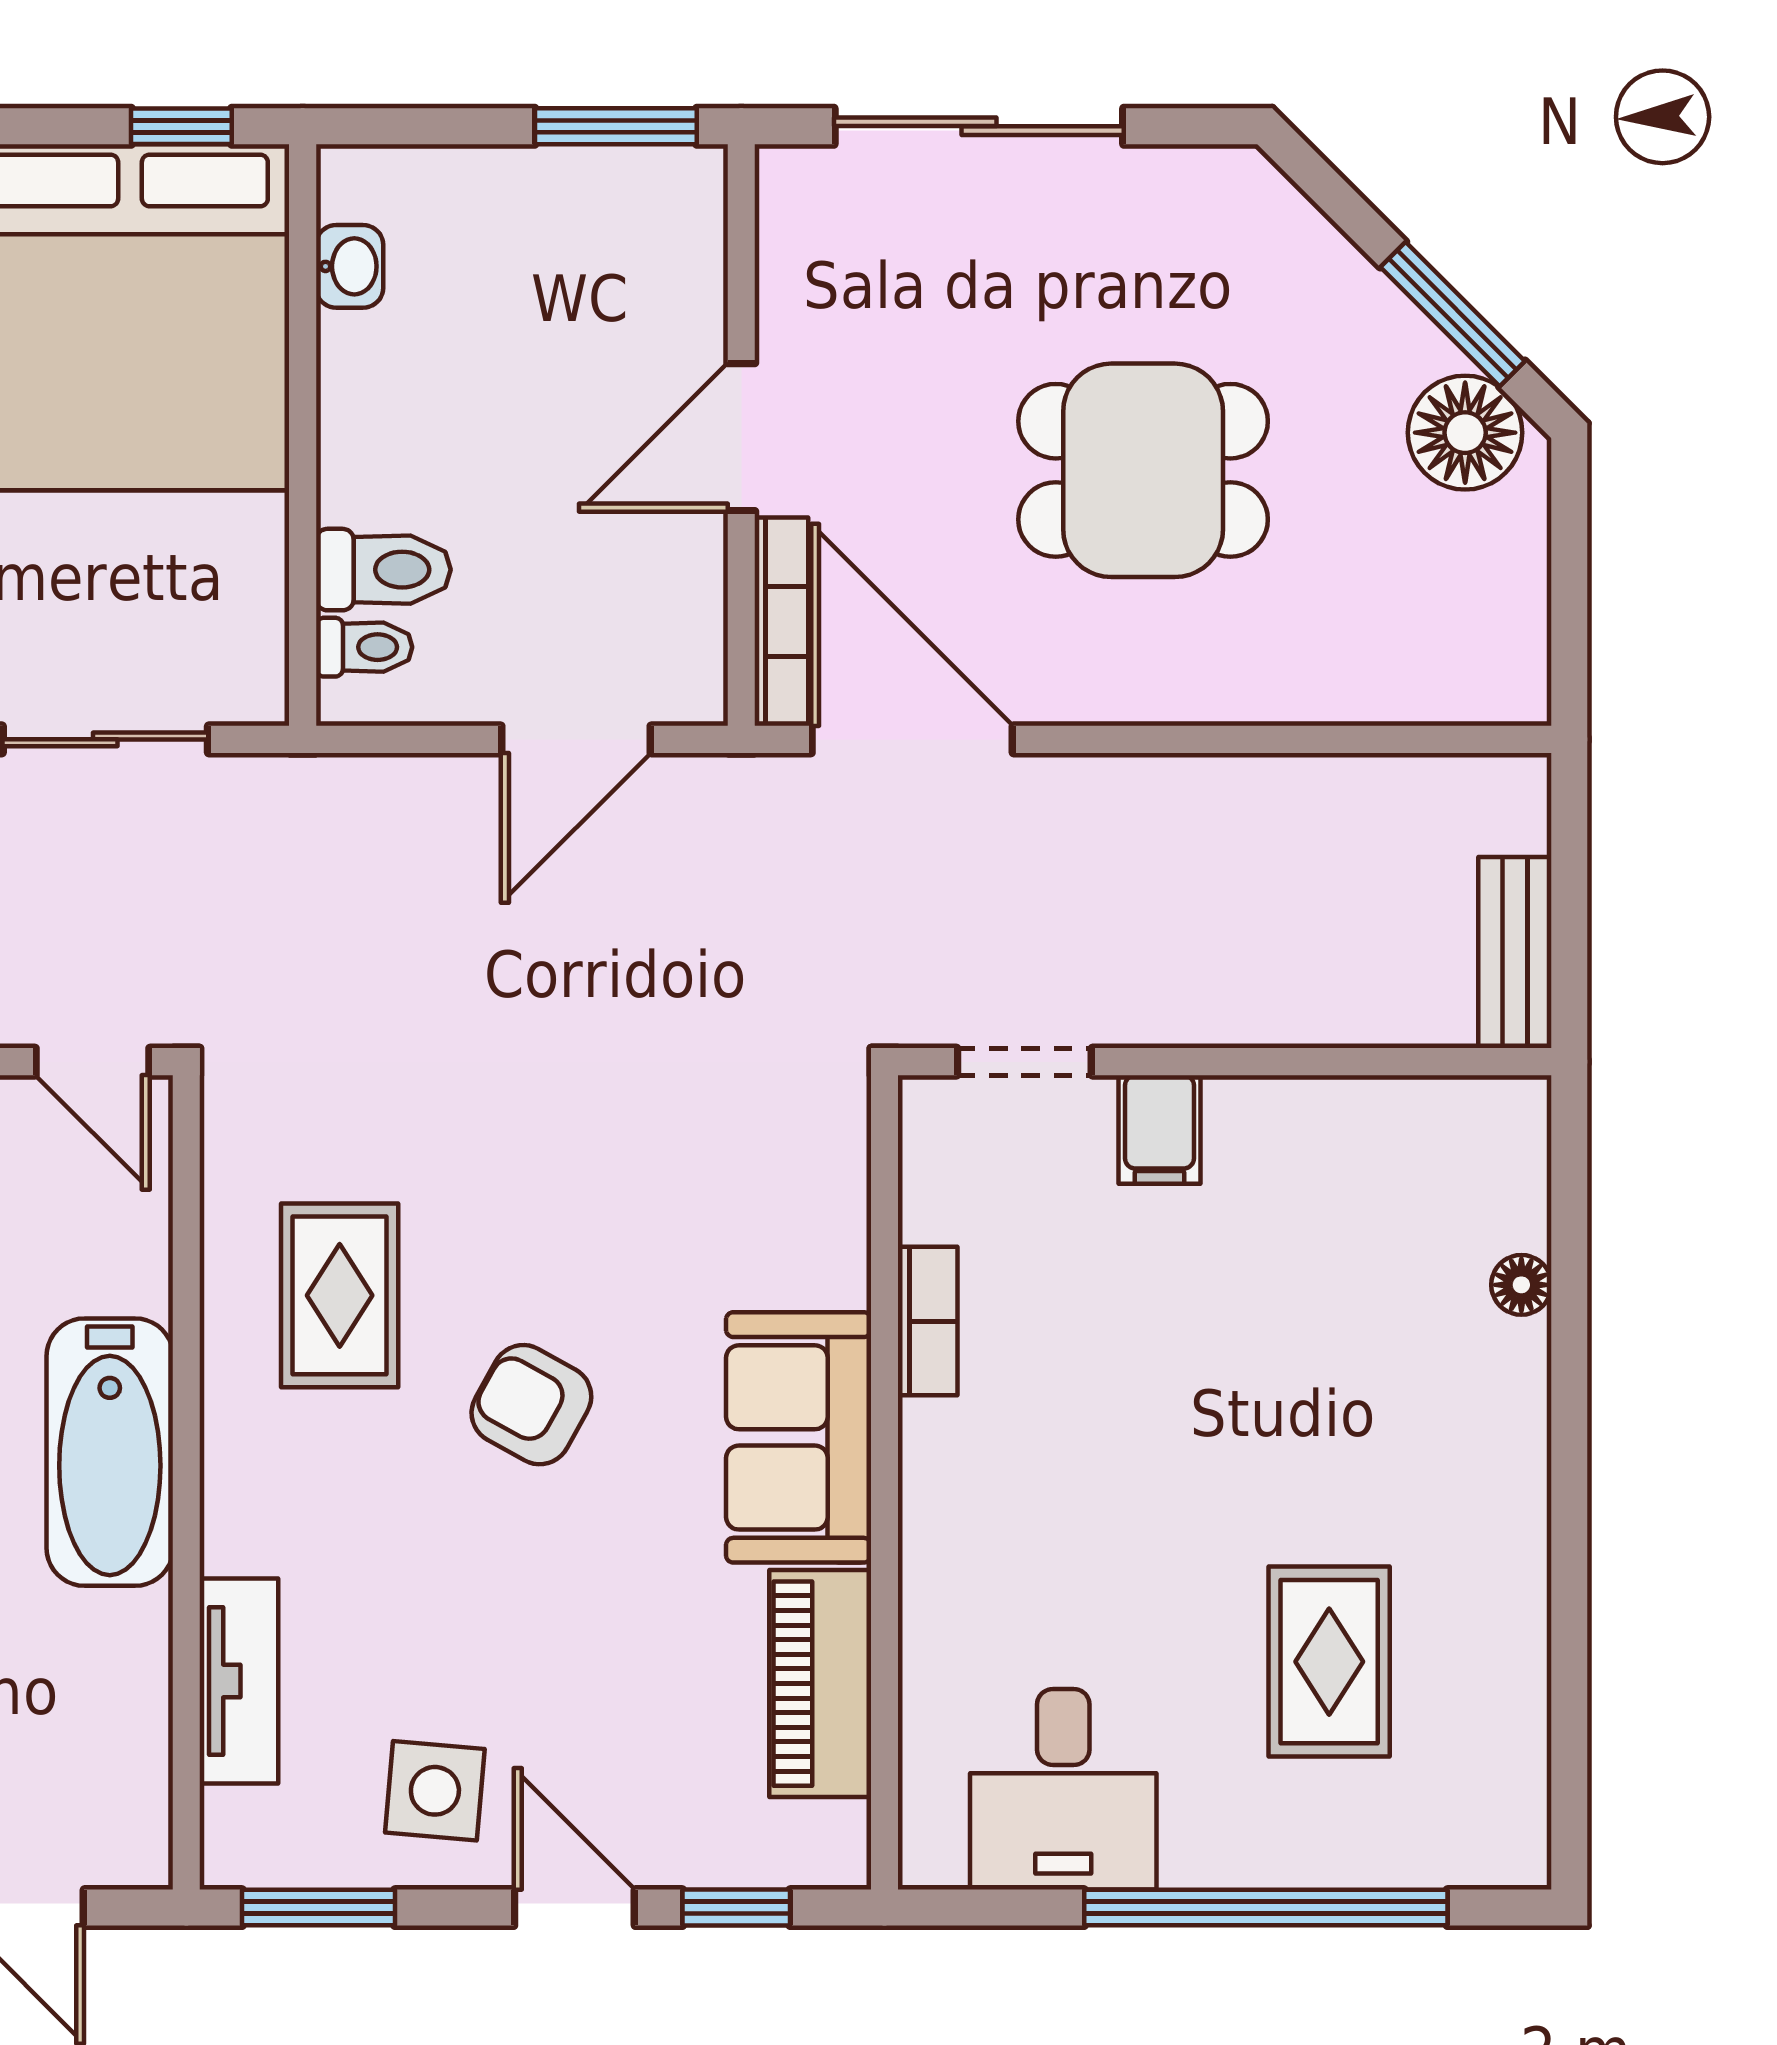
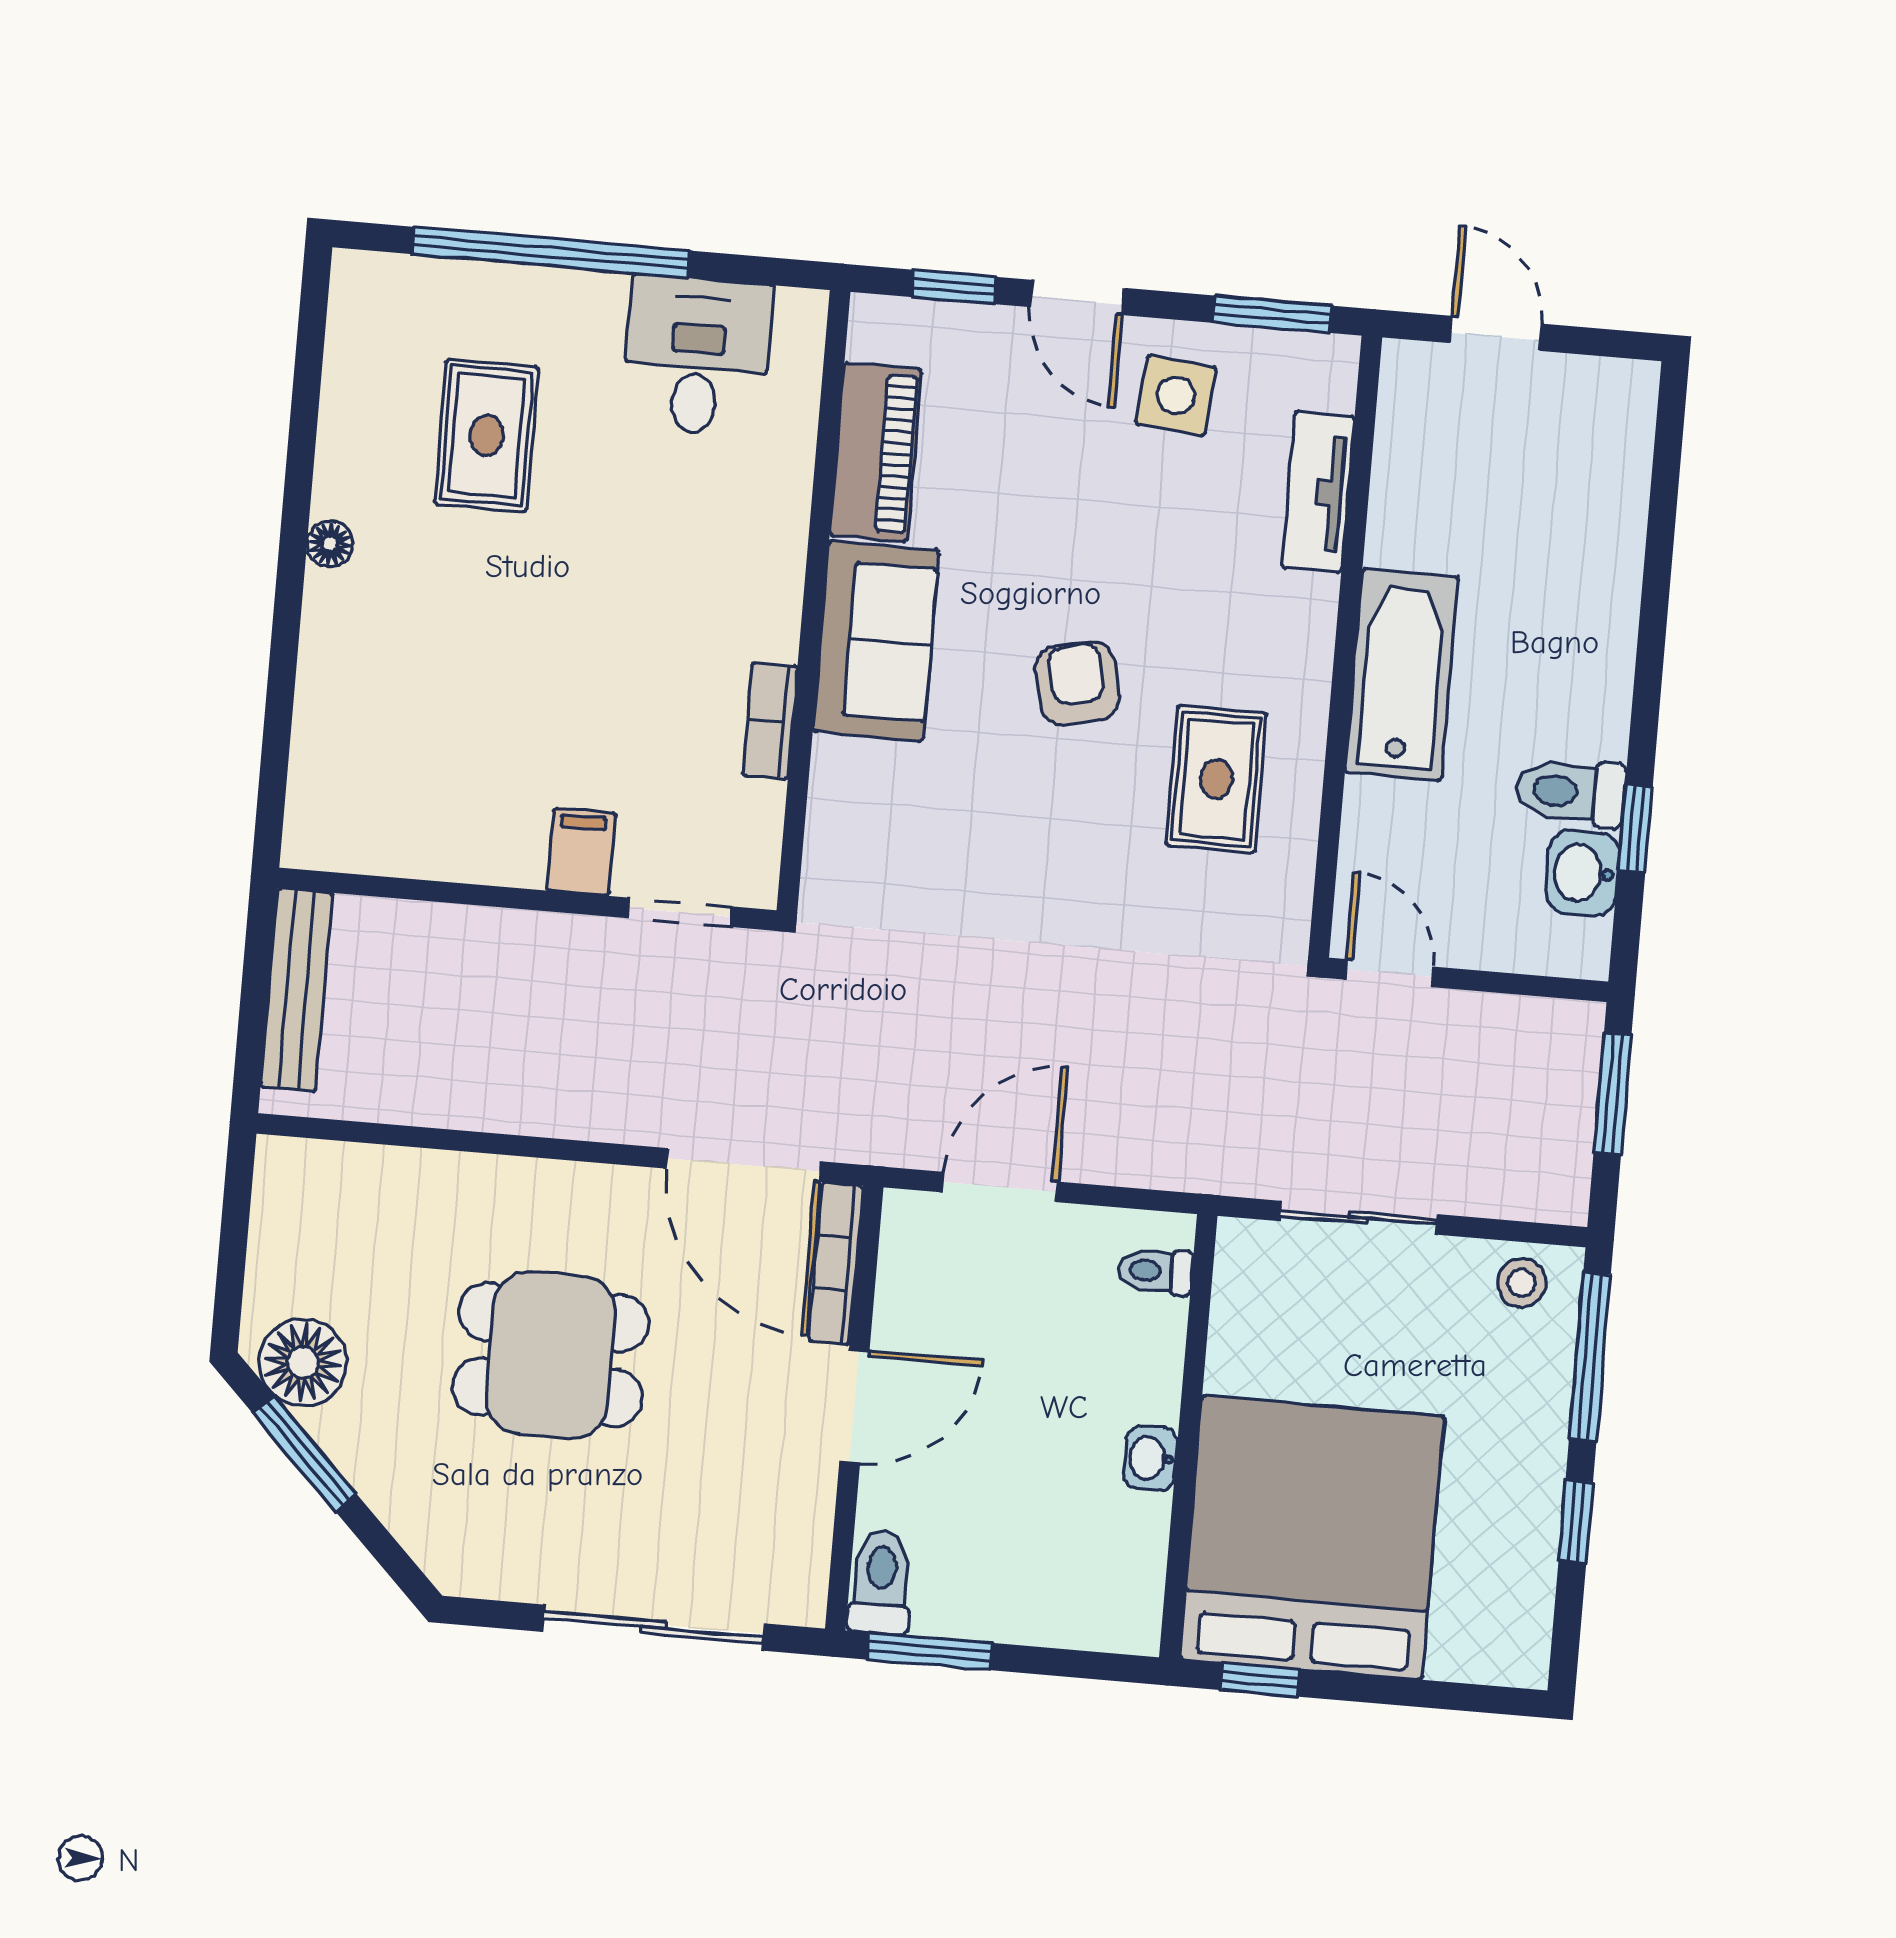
washbasin: (350, 266) -> (1150, 1458), moved
toilet: (383, 570) -> (881, 1582), moved, turned 90
bench: (1515, 952) -> (297, 990), width x1.36
floor lamp: (1521, 1285) -> (330, 544), moved
armchair: (531, 1405) -> (1077, 683), turned -132

